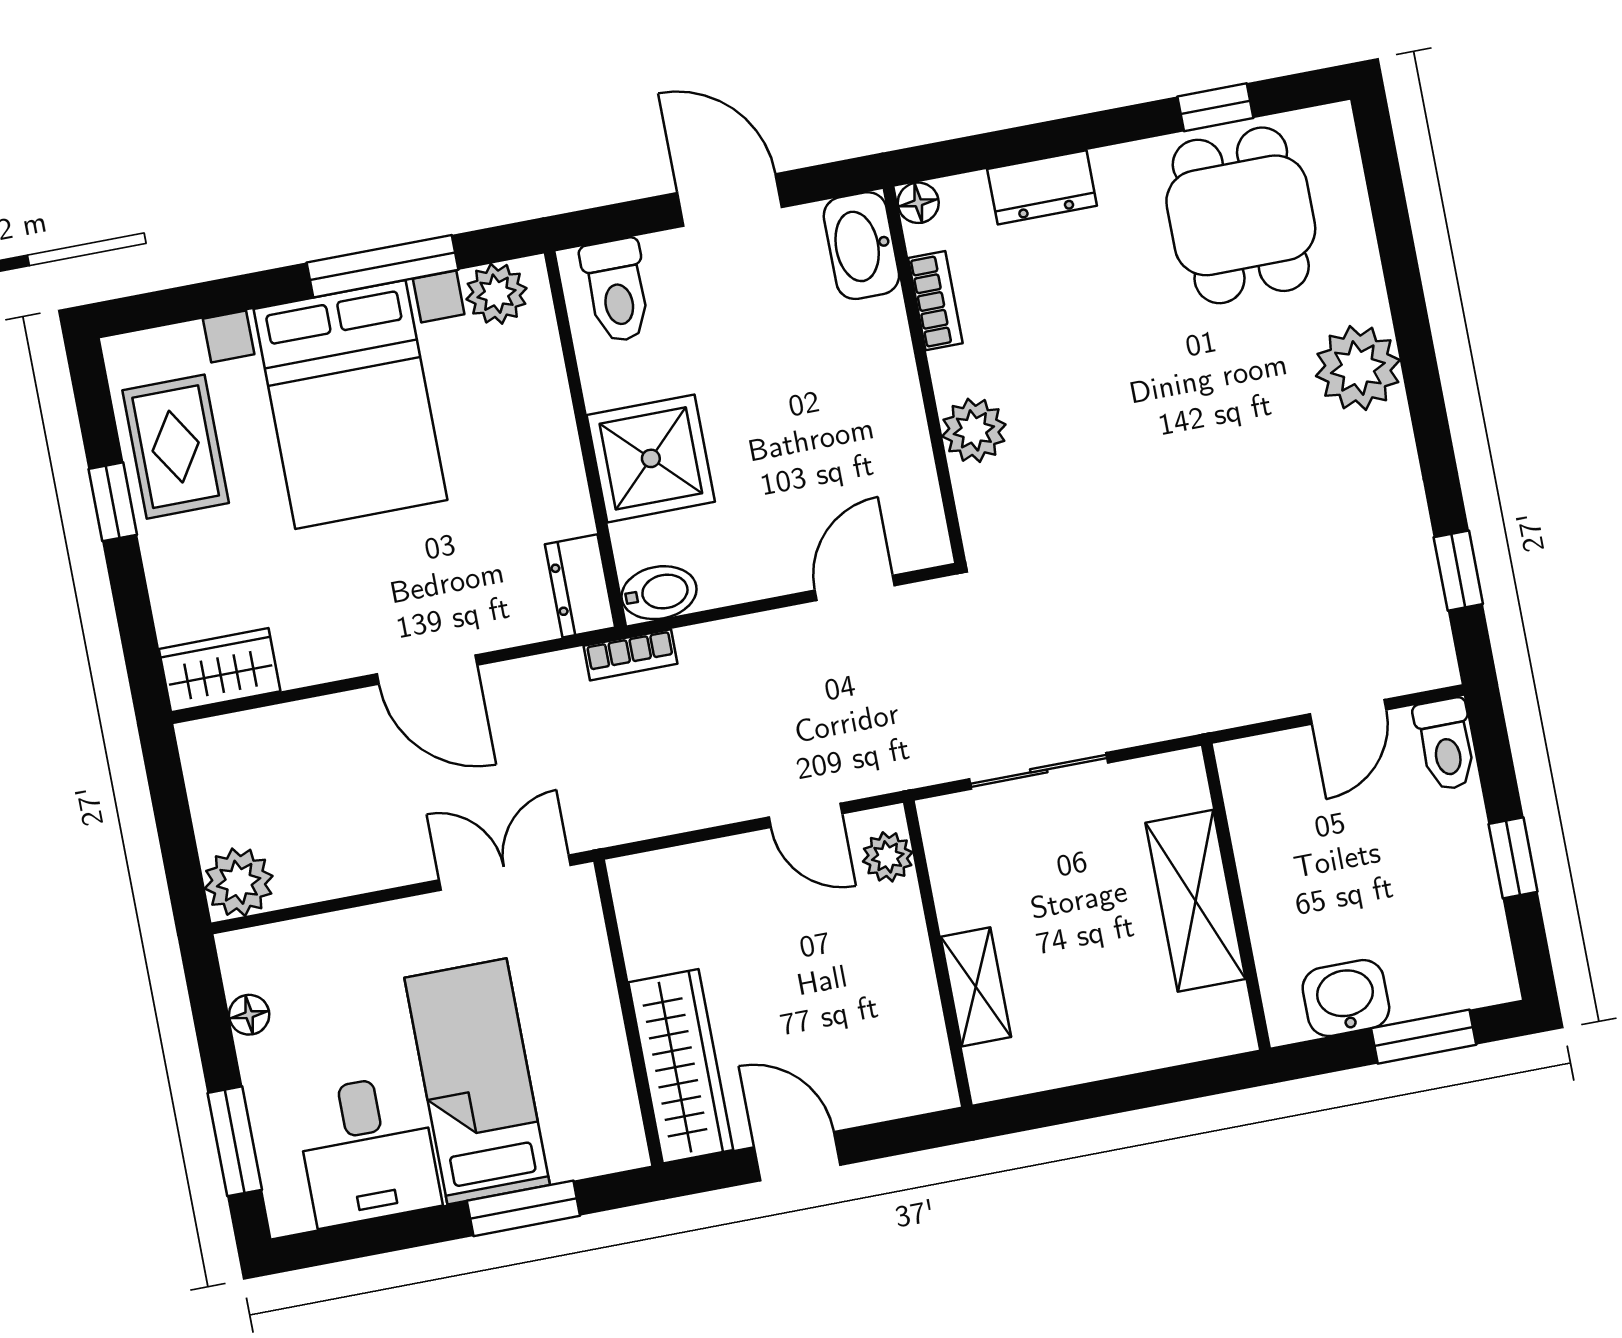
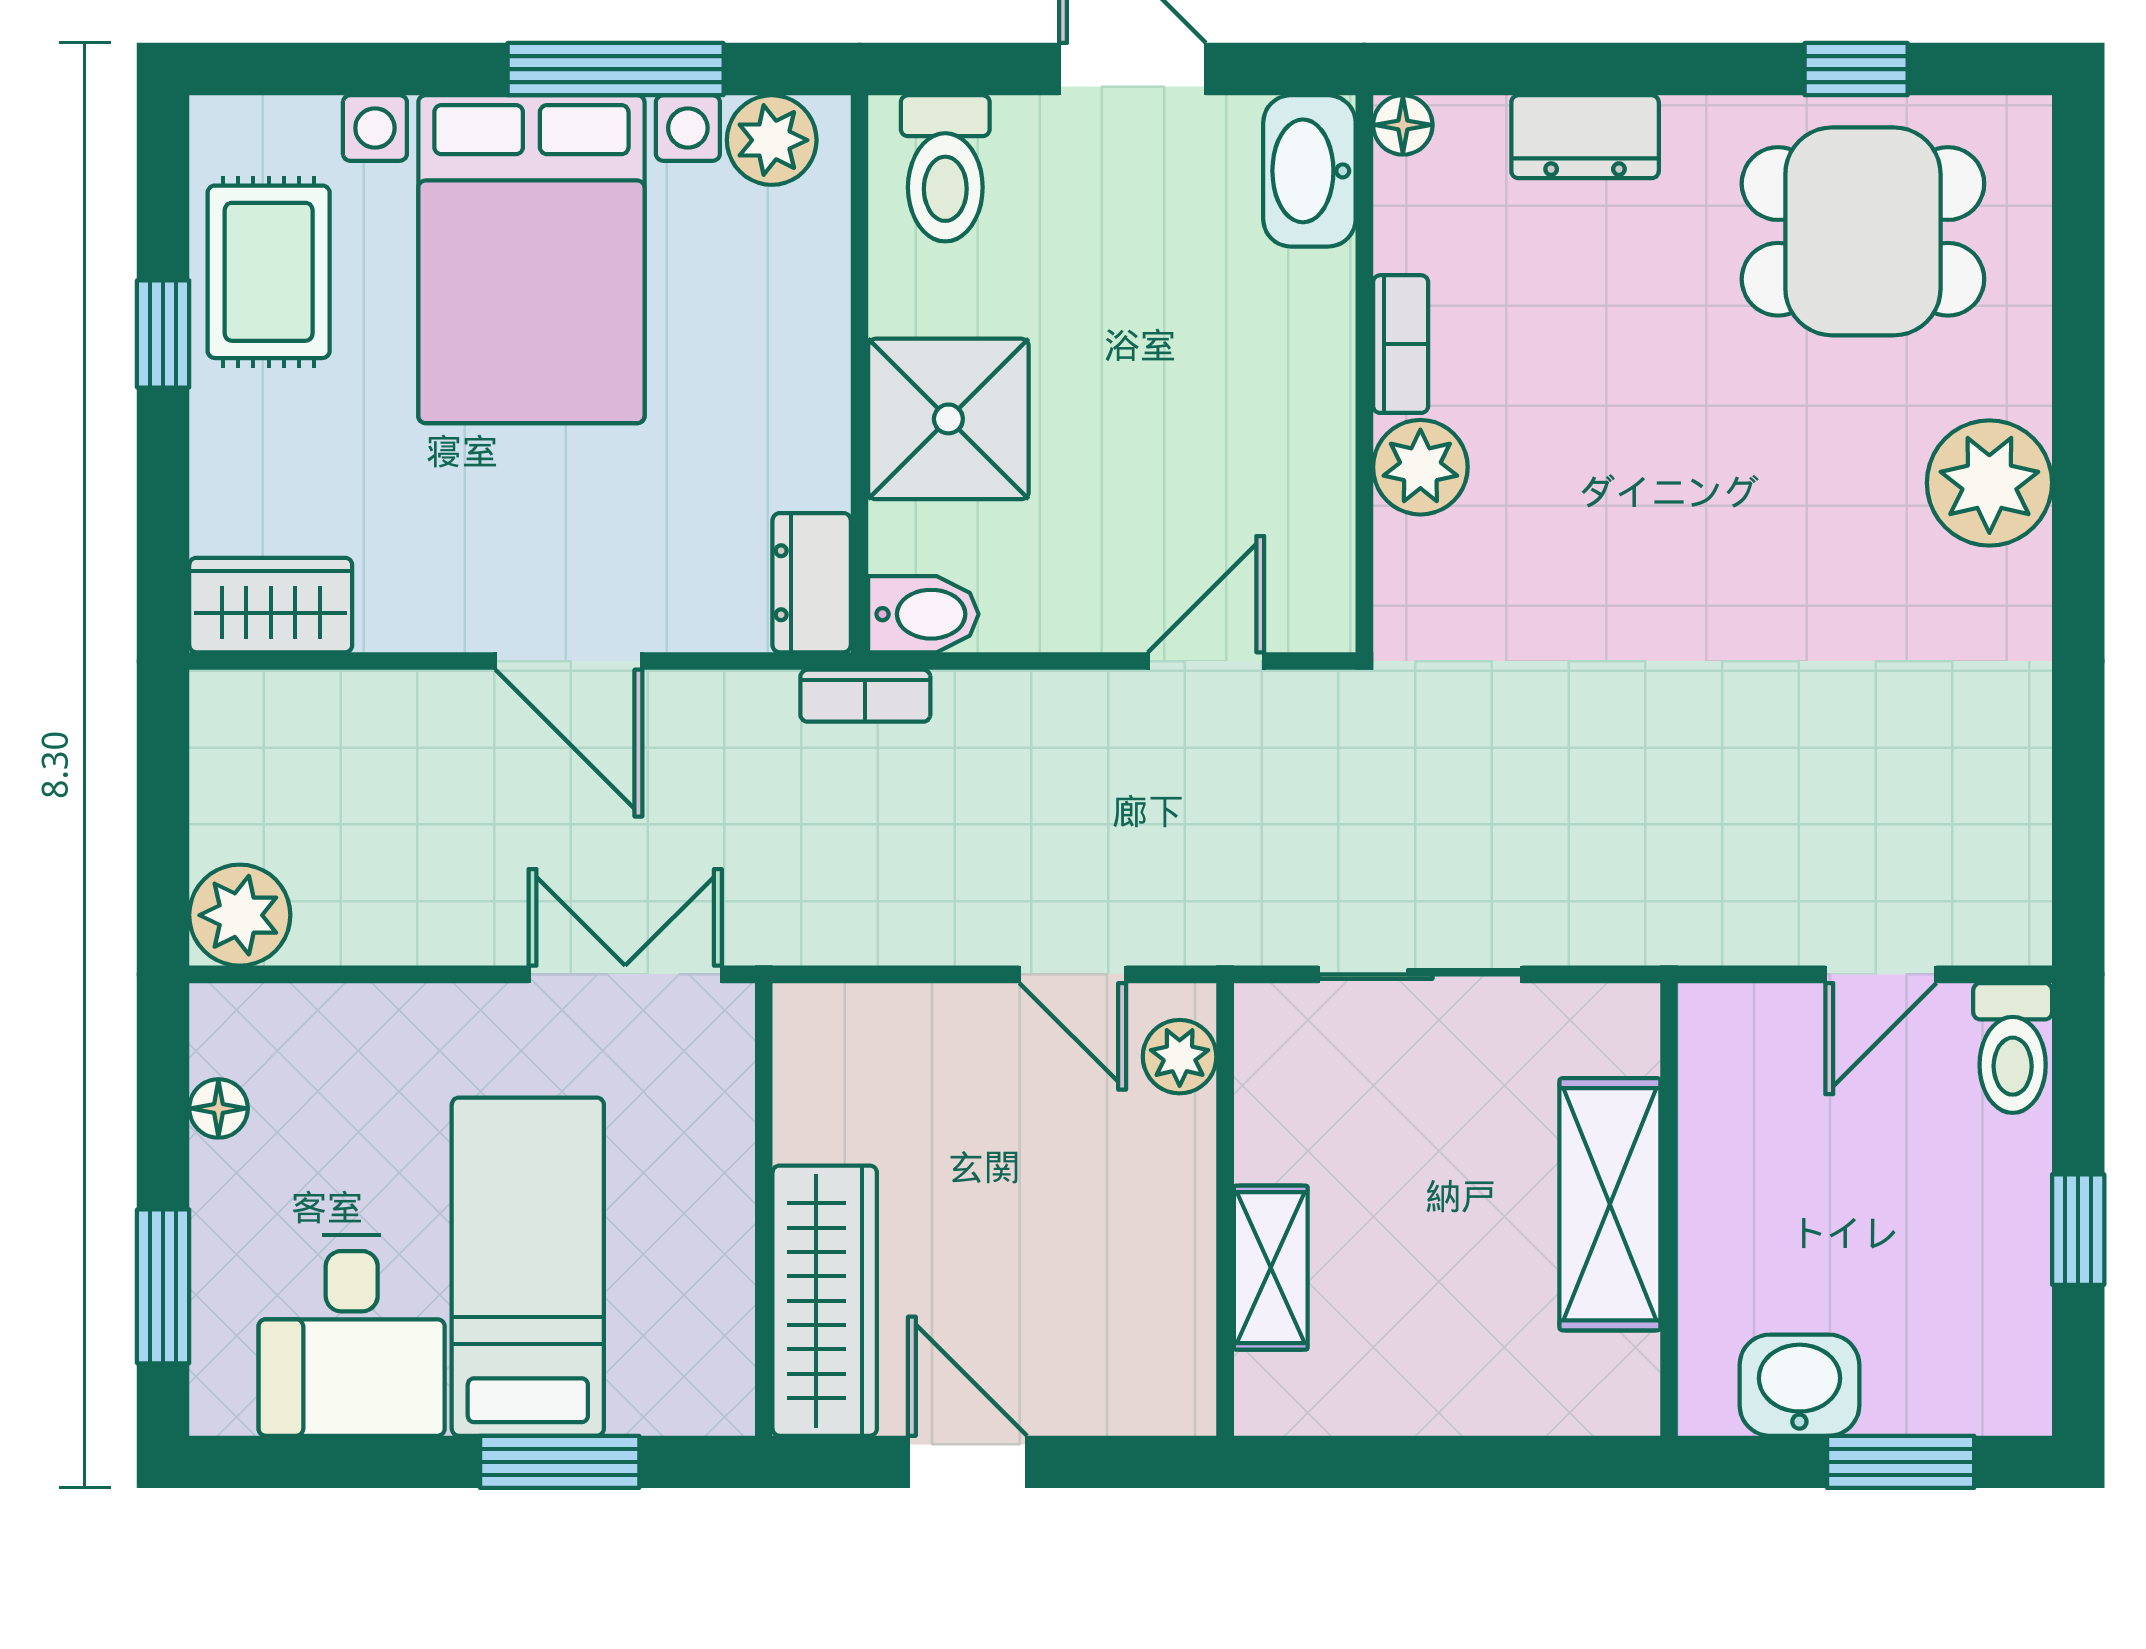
dining table: (1241, 215) -> (1863, 231), turned 90
bookcase: (935, 301) -> (1401, 344), moved
window: (1458, 571) -> (2078, 802), removed

